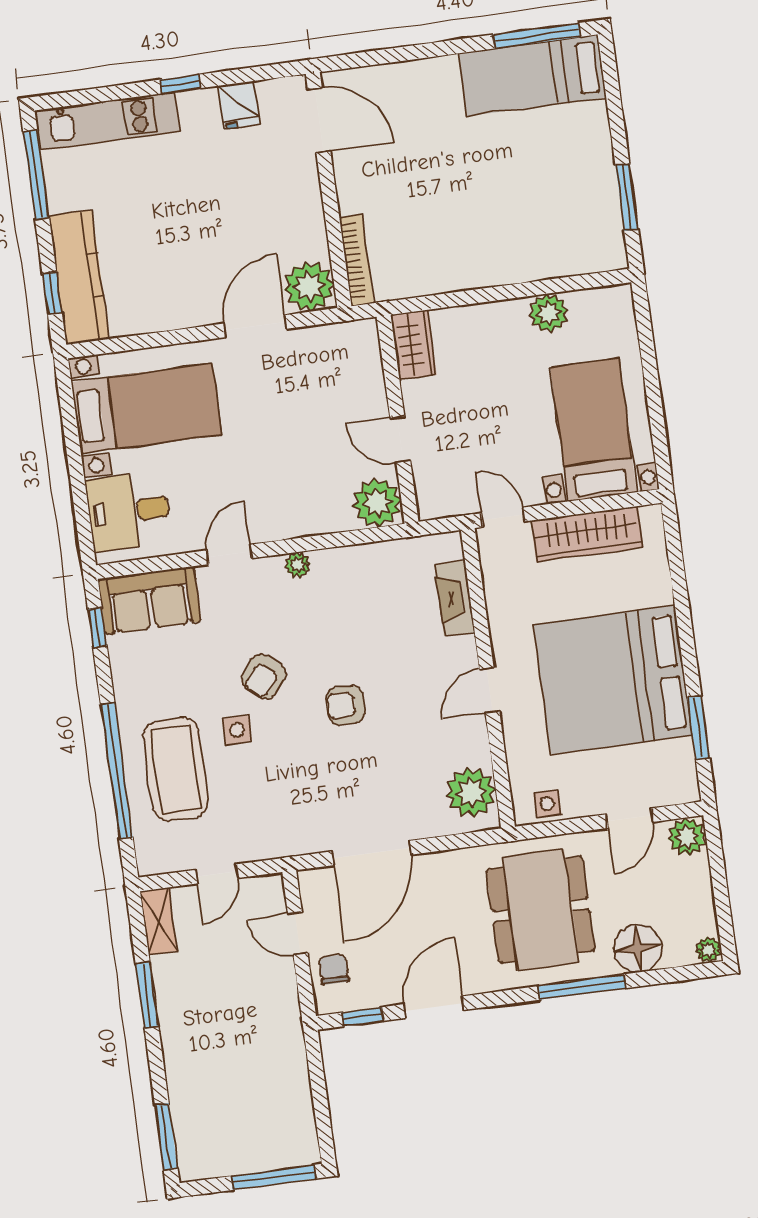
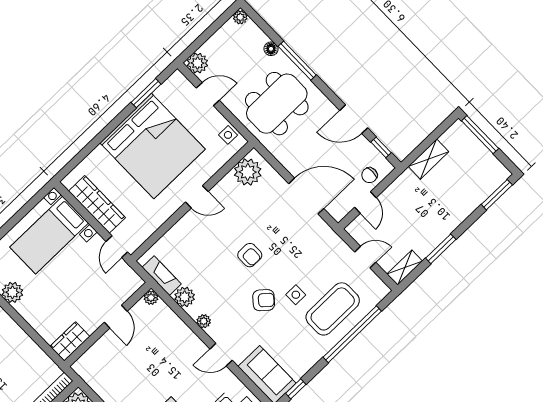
plant: (377, 503) -> (151, 298), width x0.53, depth x0.53
plant: (355, 563) -> (185, 297), added
fireplace: (455, 598) -> (162, 276), moved, turned -90
floor lamp: (638, 948) -> (271, 49), width x0.53, depth x0.53
shelving: (293, 1074) -> (428, 159), added

